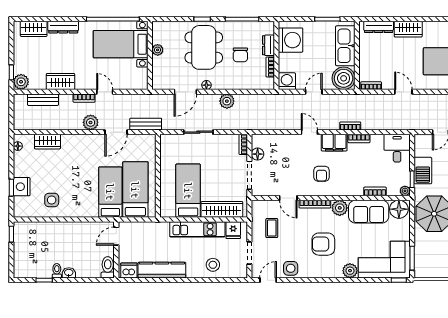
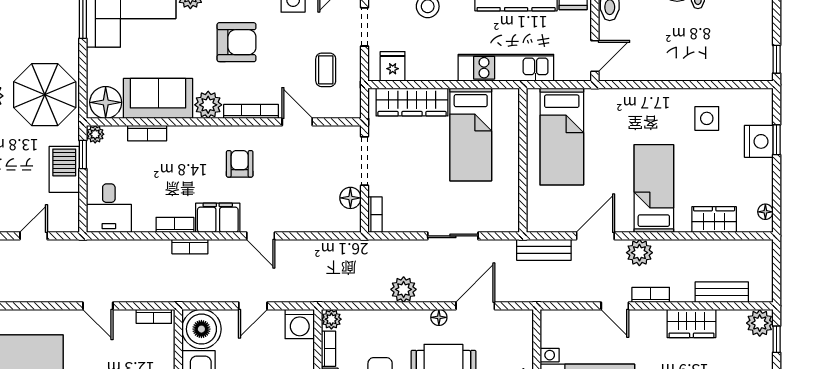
plant: (269, 84) -> (331, 319), added
bed: (110, 192) -> (654, 189), moved, turned 180
kitchen unit: (197, 229) -> (506, 68), moved

